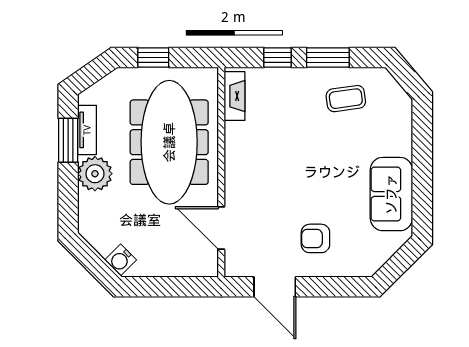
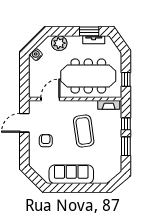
window: (153, 57) -> (126, 79), moved
coffee table: (346, 99) -> (84, 131), moved, width x1.86, depth x1.72
plant: (95, 174) -> (59, 43), moved
sofa: (391, 194) -> (71, 174), width x1.36

